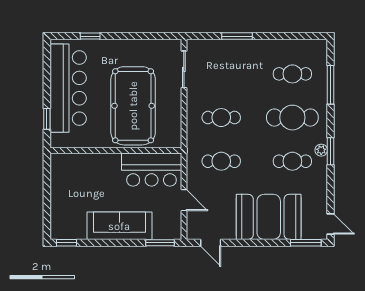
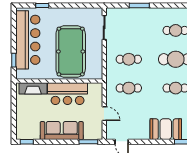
fireplace: (76, 162) -> (33, 88), added
bar counter: (152, 170) -> (68, 94), moved
booth: (269, 217) -> (166, 129), width x0.73, depth x0.70

